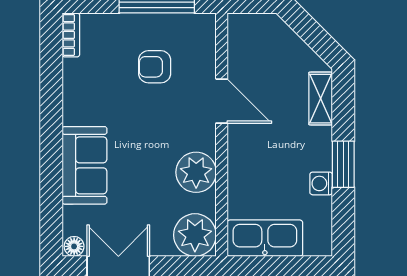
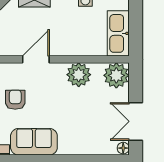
armchair: (155, 67) -> (15, 100), turned 180
sofa: (85, 165) -> (34, 142), moved

